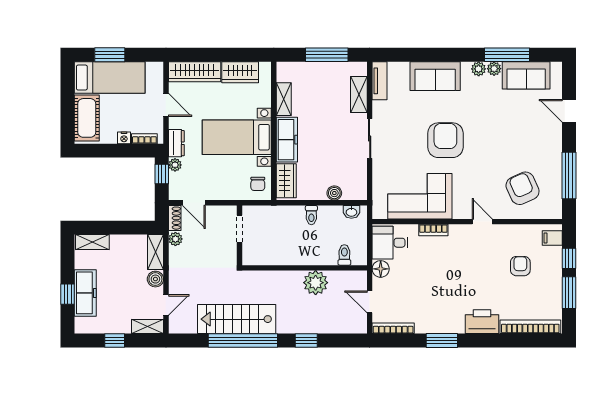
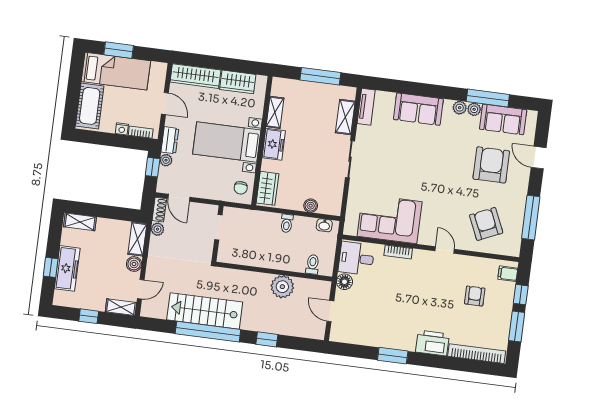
freezer: (287, 140) -> (274, 144), width x0.71
armchair: (445, 140) -> (491, 165), moved
bookcase: (393, 328) -> (349, 338), removed

